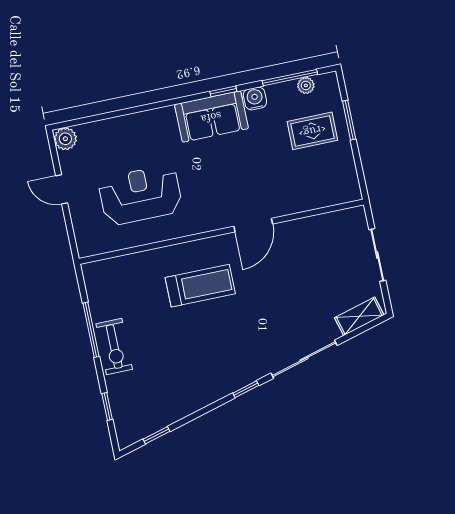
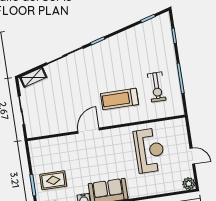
reception desk: (140, 195) -> (149, 150), turned -90
exercise bike: (114, 347) -> (157, 87), moved, turned 180

